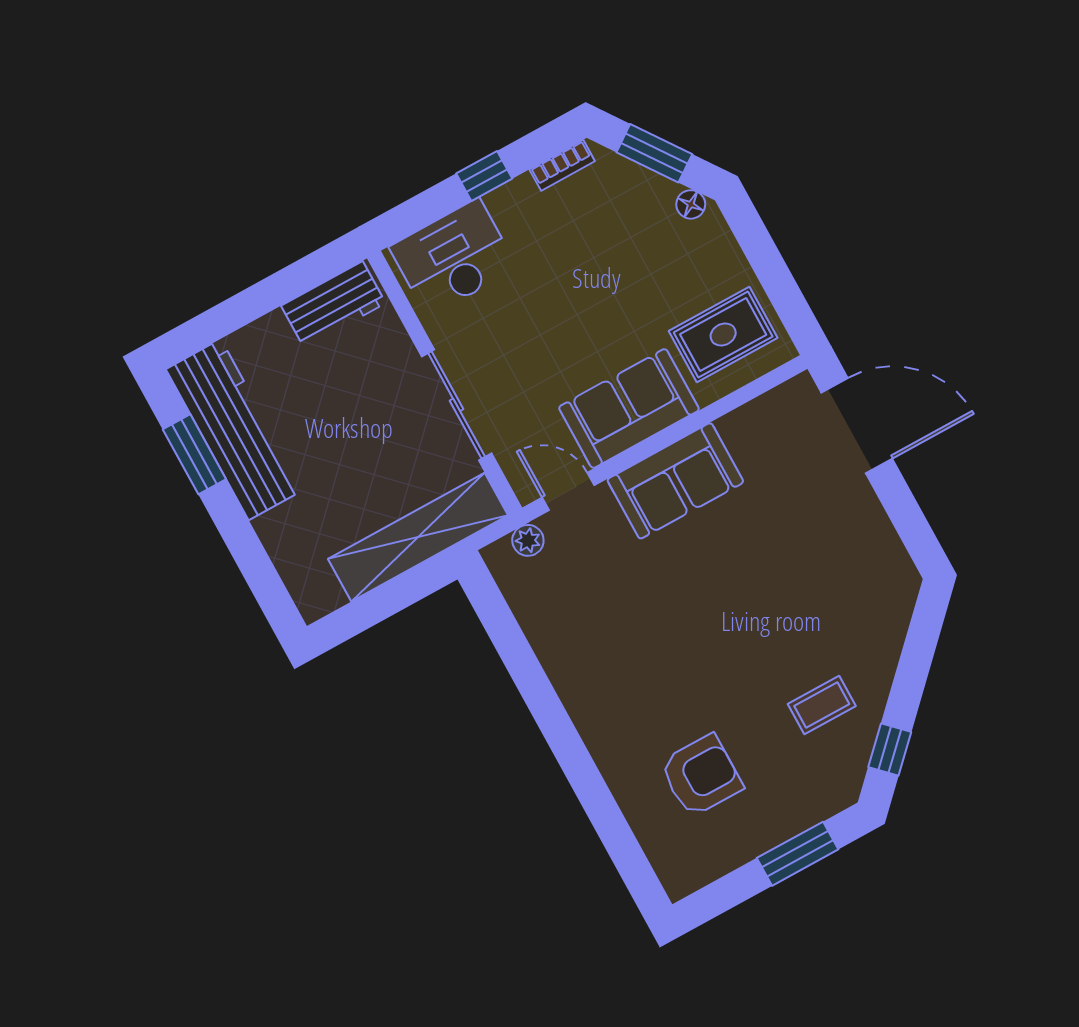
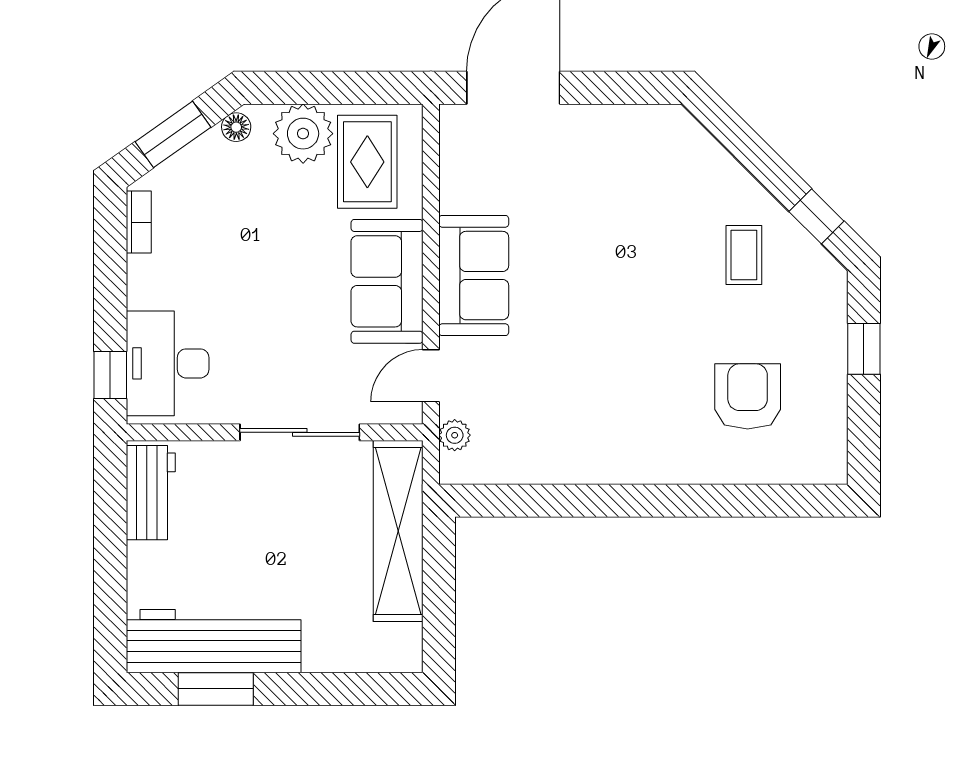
window: (484, 176) -> (110, 375), moved
plant: (717, 265) -> (303, 134), added
window: (798, 854) -> (864, 349), width x0.67

